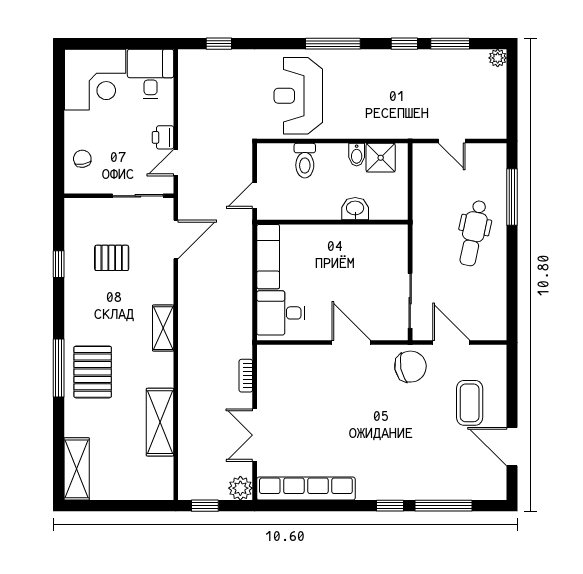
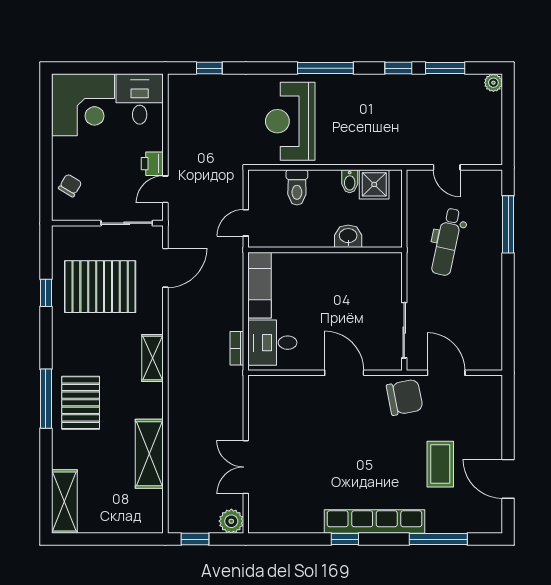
chair: (82, 159) -> (70, 185), turned 40
dental chair: (474, 233) -> (447, 242), moved
pallet: (112, 258) -> (100, 287), width x2.05, depth x2.00
bookcase: (246, 376) -> (237, 348), moved
coffee table: (470, 403) -> (440, 464), moved
row of seats: (306, 489) -> (374, 522), moved
window: (390, 506) -> (345, 539), moved

